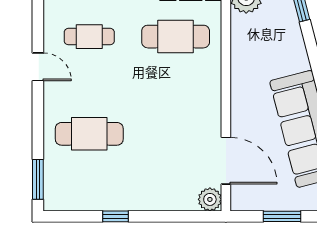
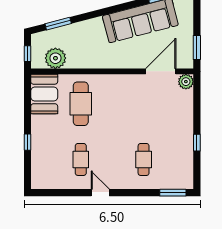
door: (38, 67) -> (100, 193), hinge flipped
cafe table: (89, 134) -> (144, 159), width x0.73, depth x0.74
window: (282, 216) -> (197, 48), moved

